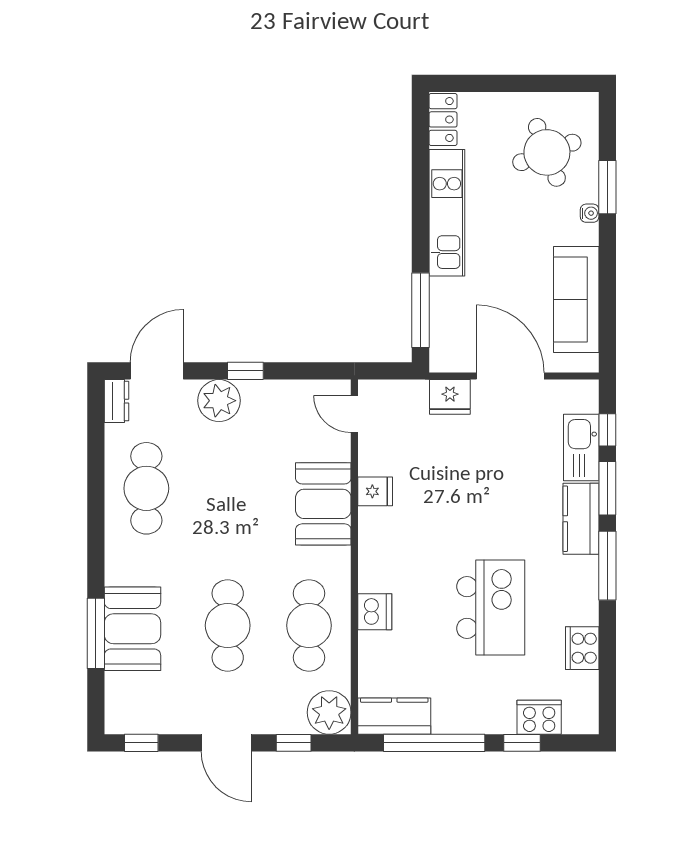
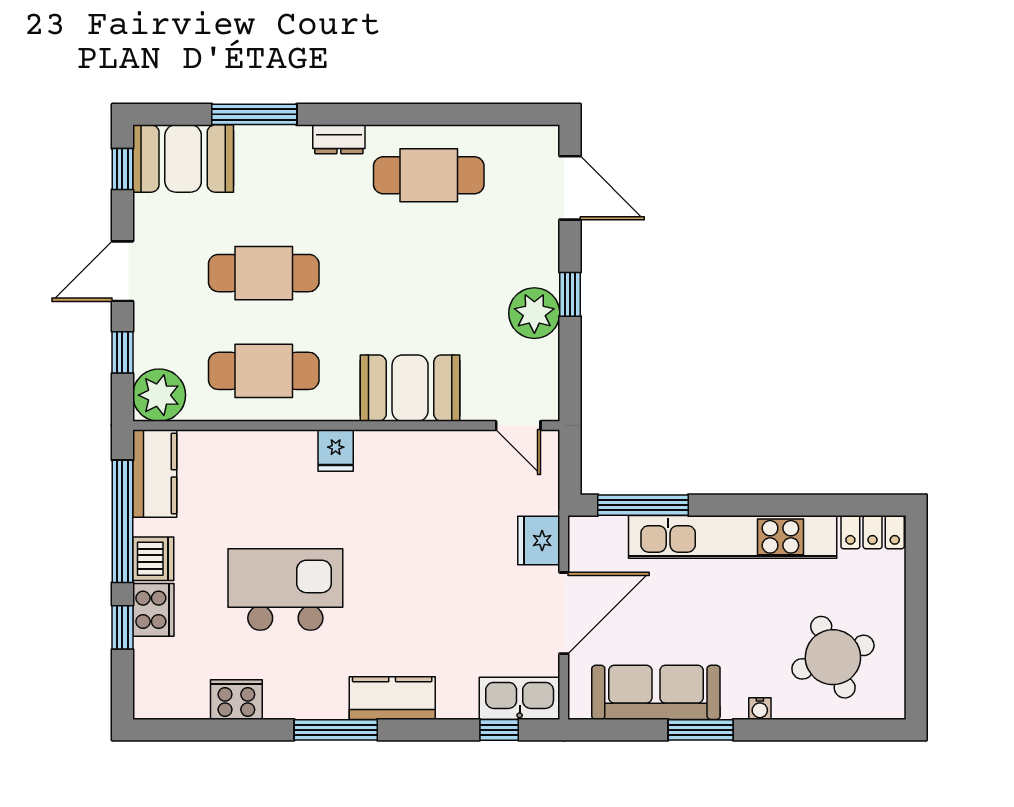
window: (607, 187) -> (701, 730), moved
kitchen unit: (447, 213) -> (733, 537), width x1.36
dresser: (117, 401) -> (339, 139), moved
plant: (219, 401) -> (534, 313), moved
door: (354, 414) -> (518, 426), swing flipped
kitchen sink: (581, 447) -> (520, 698), moved
window: (607, 488) -> (429, 730), removed
fridge: (375, 491) -> (336, 450), moved
kitchen island: (491, 607) -> (285, 590), turned 180
dishwasher: (375, 612) -> (153, 559), moved, turned -90
booth: (132, 629) -> (183, 158), moved
cooker: (539, 717) -> (153, 610), moved

